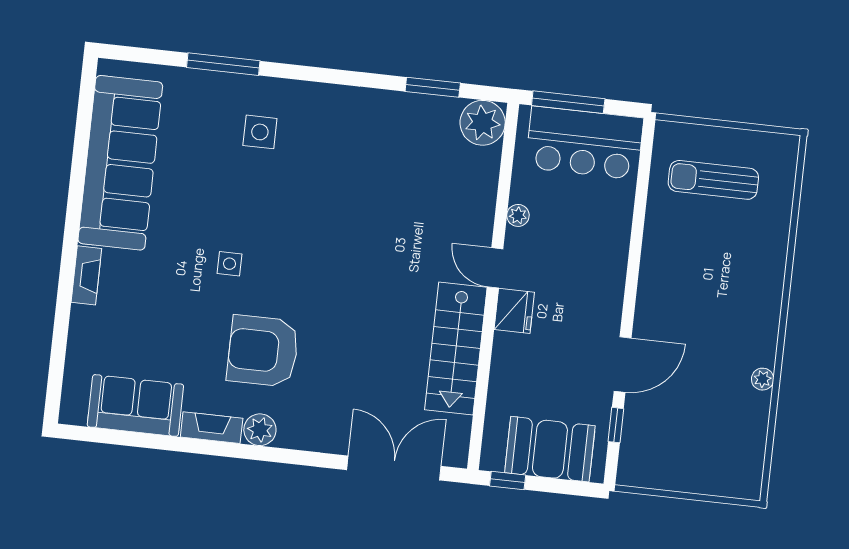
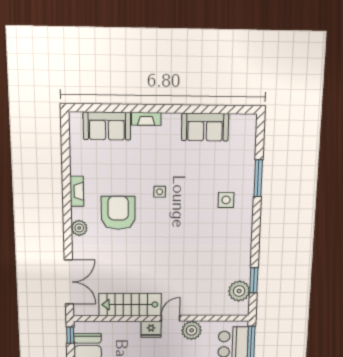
plant: (483, 123) -> (239, 291), moved
sofa: (120, 163) -> (205, 127), width x0.54, depth x0.79
plant: (518, 215) -> (192, 330), width x1.88, depth x1.88
sofa: (135, 405) -> (107, 126), moved, turned 90
plant: (260, 430) -> (79, 228), moved

